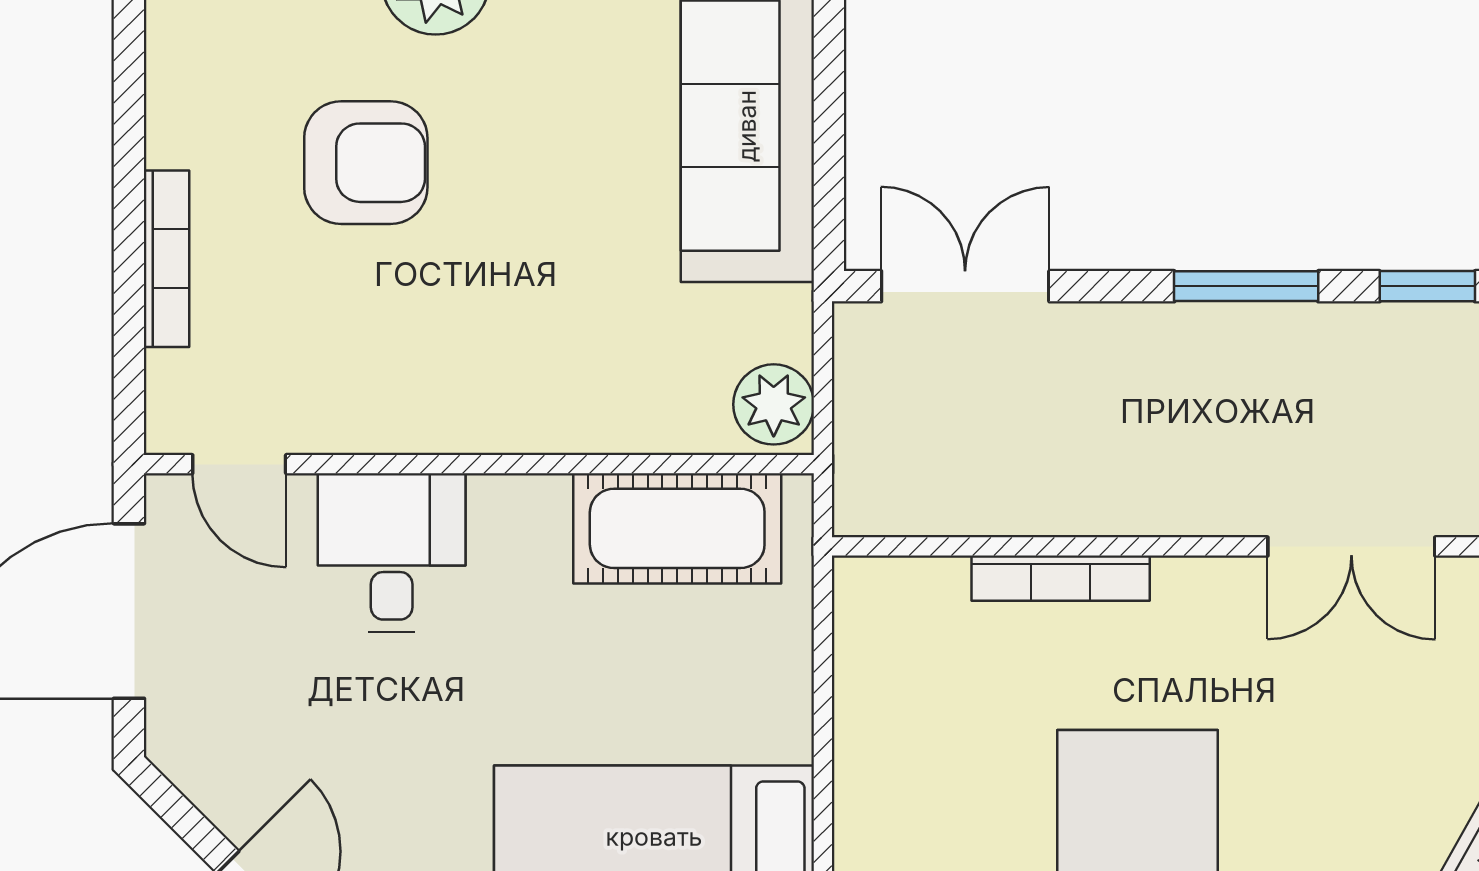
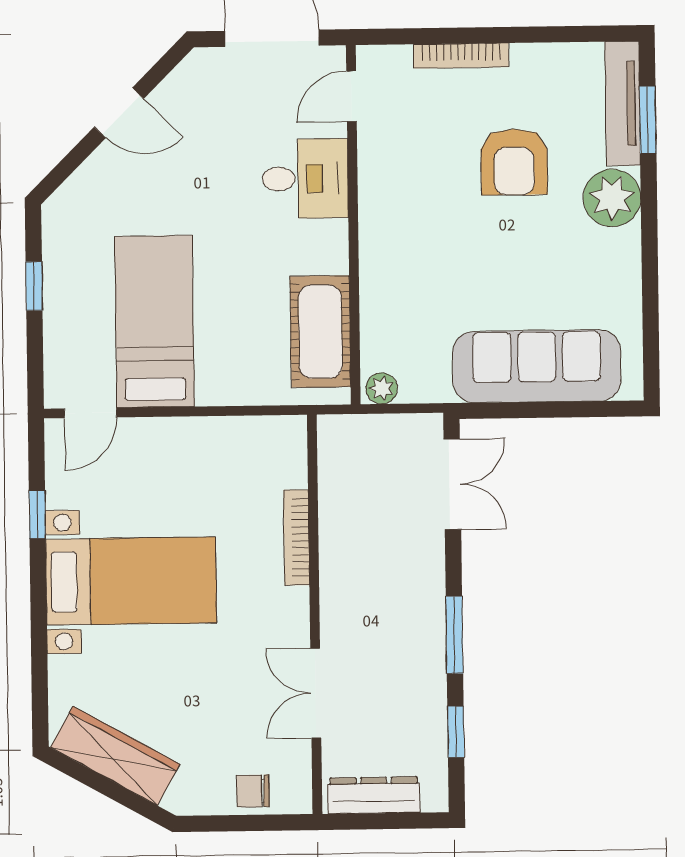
plant: (774, 404) -> (382, 388), width x0.73, depth x0.73

